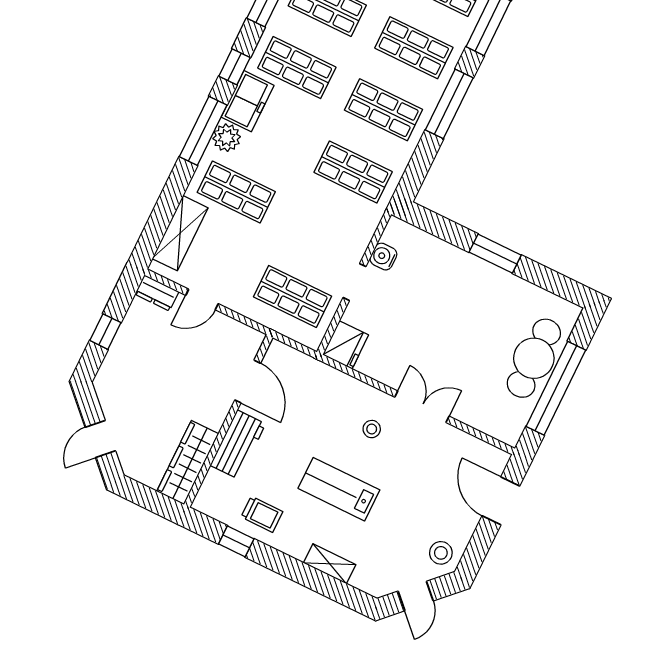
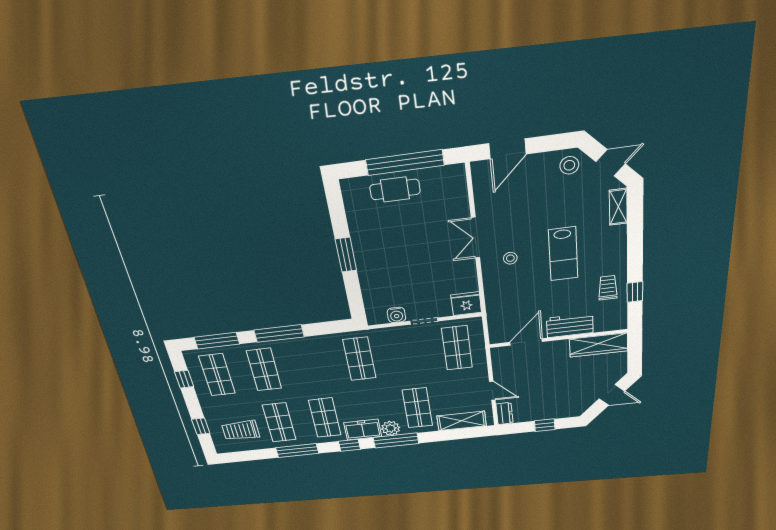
shop shelf: (383, 110) -> (311, 364), removed
cafe table: (534, 358) -> (395, 189), width x0.73, depth x0.74
shelving: (330, 564) -> (618, 207), moved

